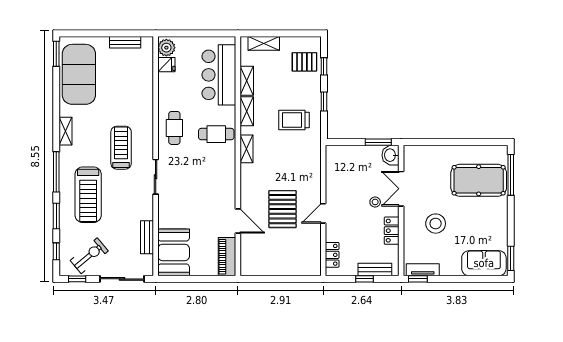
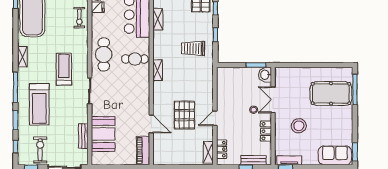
exercise bike: (142, 79) -> (79, 18), added
shelving: (247, 111) -> (208, 152), moved
cafe table: (174, 128) -> (104, 54), width x1.37, depth x1.35
booth: (174, 252) -> (103, 134), moved
exercise bike: (89, 256) -> (40, 150), turned -50

